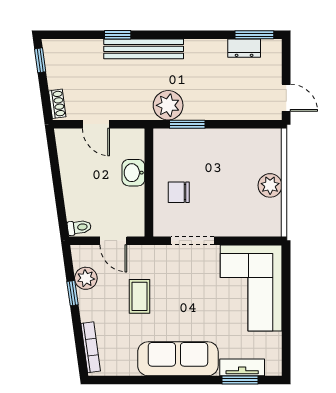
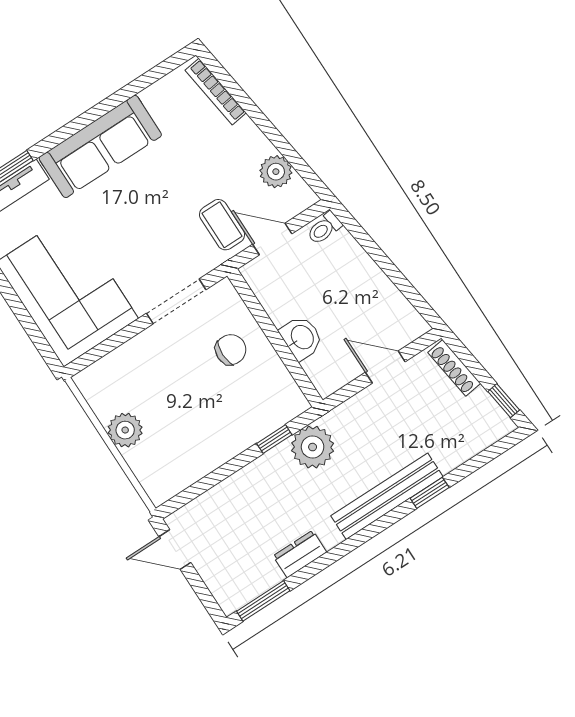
dresser: (244, 48) -> (300, 554), moved
shoe rack: (57, 104) -> (454, 368), width x1.43
window: (187, 124) -> (274, 439), width x0.67
window: (72, 293) -> (280, 143), removed
coffee table: (140, 296) -> (222, 225), moved

